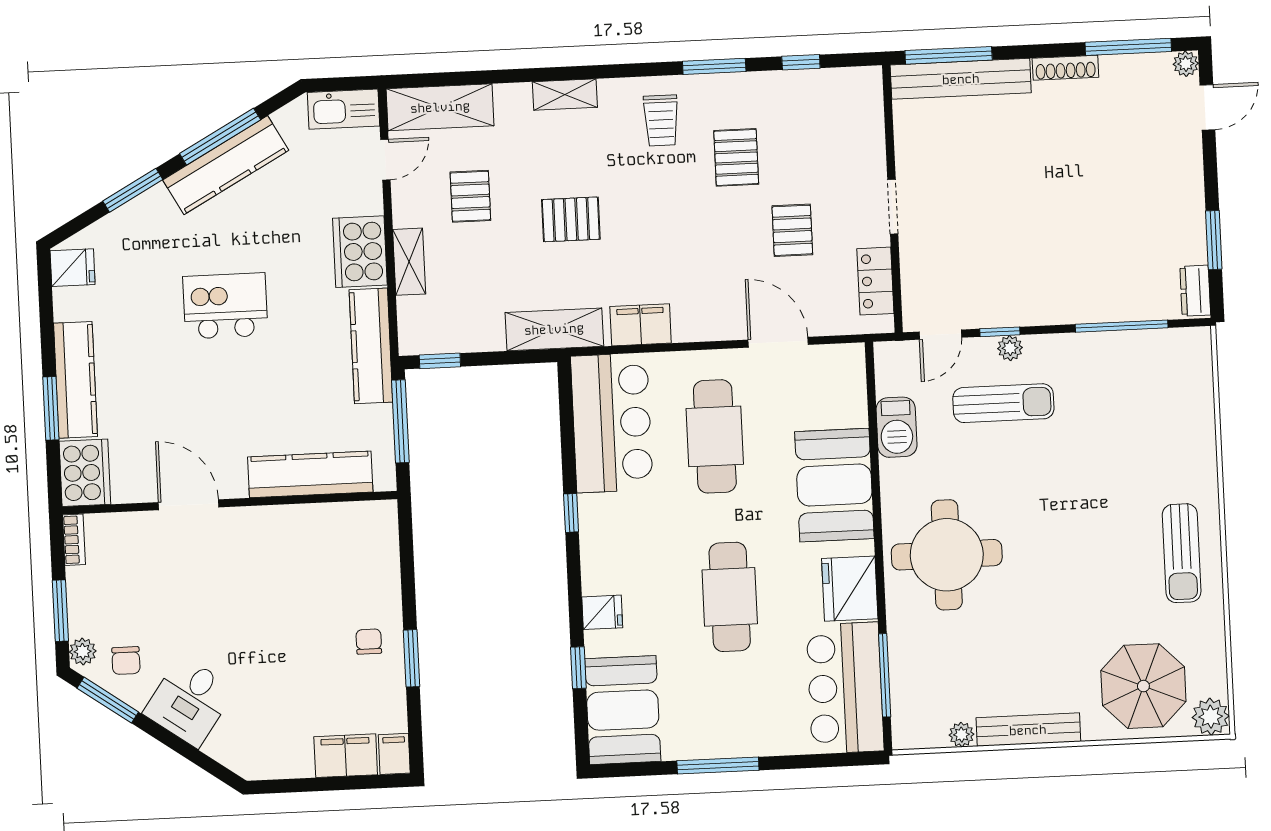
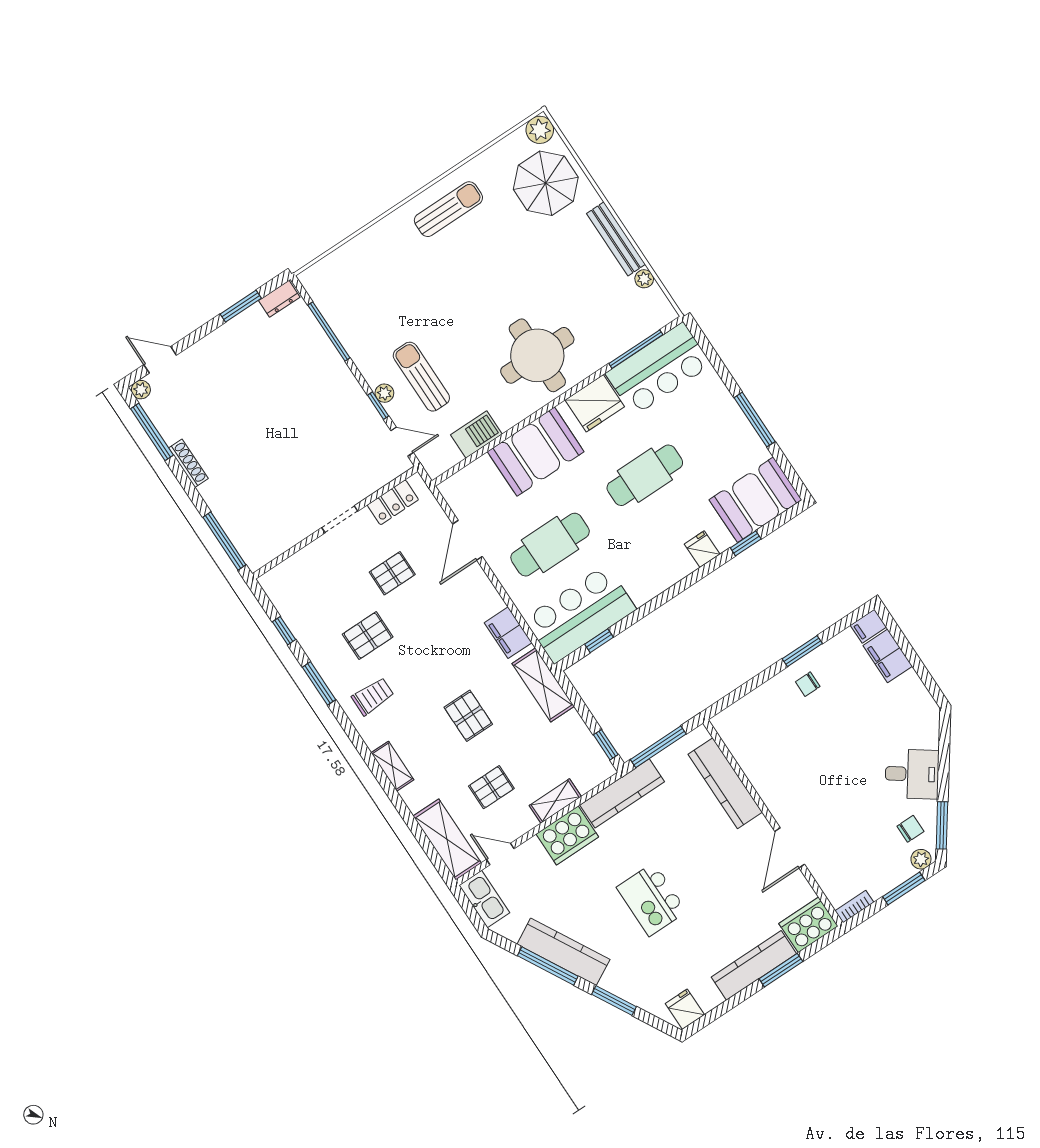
bench: (961, 79) -> (235, 525), removed
window: (571, 513) -> (599, 641), moved

